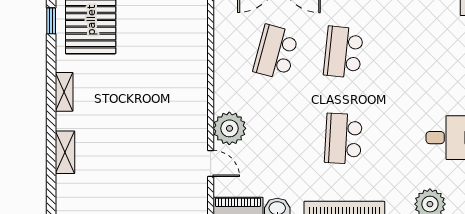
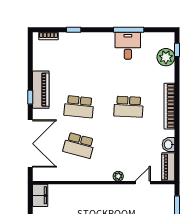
plant: (229, 128) -> (118, 176), width x0.53, depth x0.53

